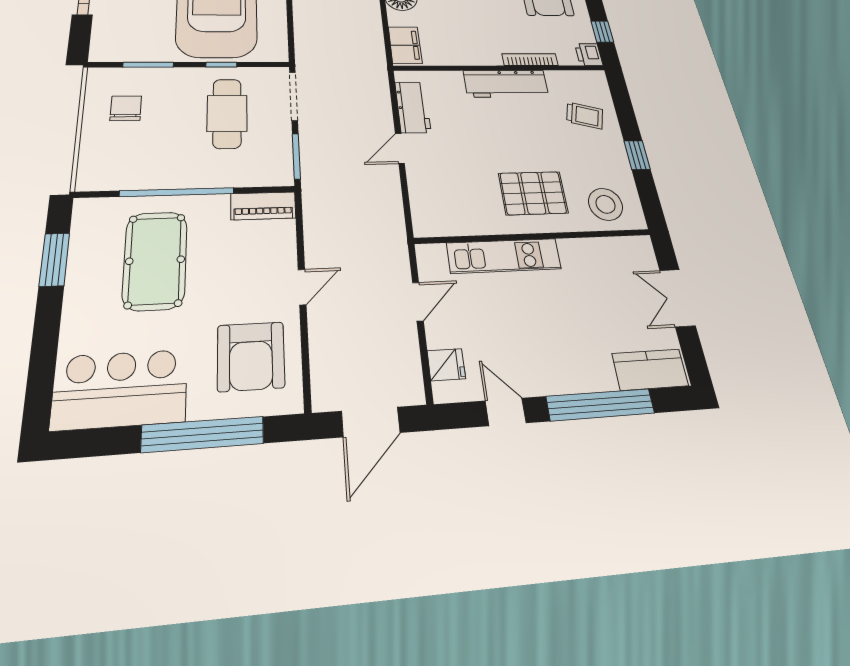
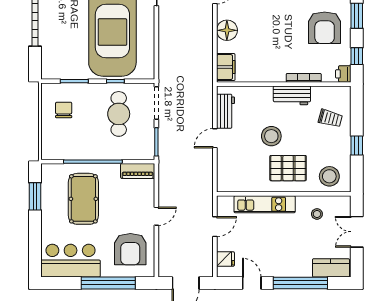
workbench: (506, 84) -> (292, 95), width x0.73
stool: (495, 143) -> (271, 136), added
stool: (600, 269) -> (317, 214), added

